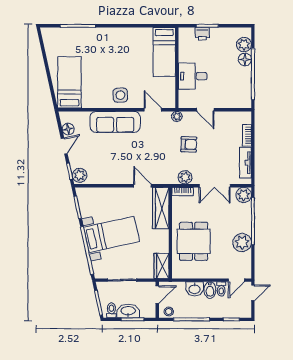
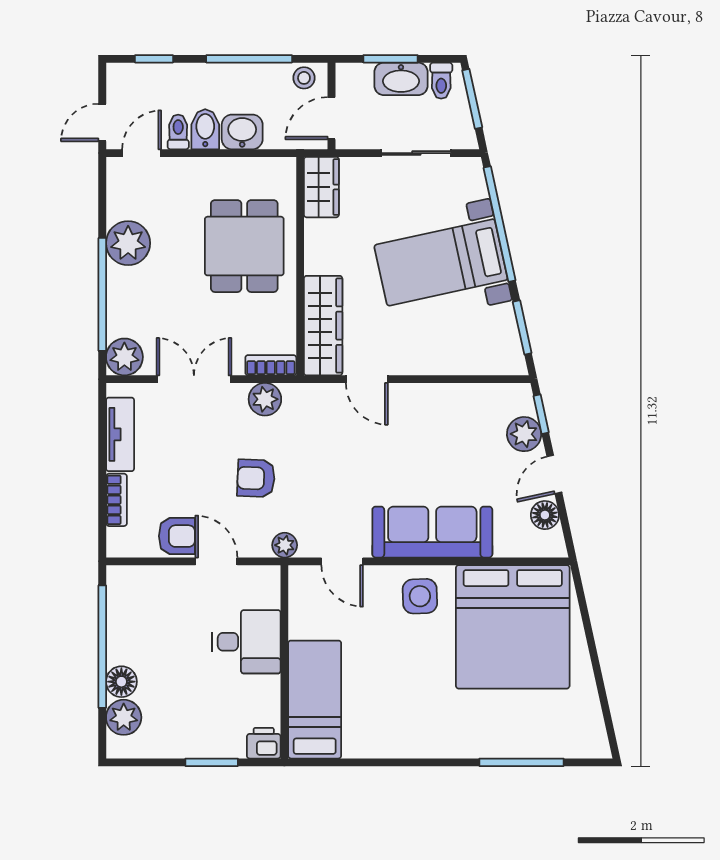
printer: (202, 34) -> (264, 743), moved
bed: (69, 82) -> (513, 627), width x2.04
armchair: (222, 120) -> (177, 536), added
plant: (80, 175) -> (524, 434), moved

